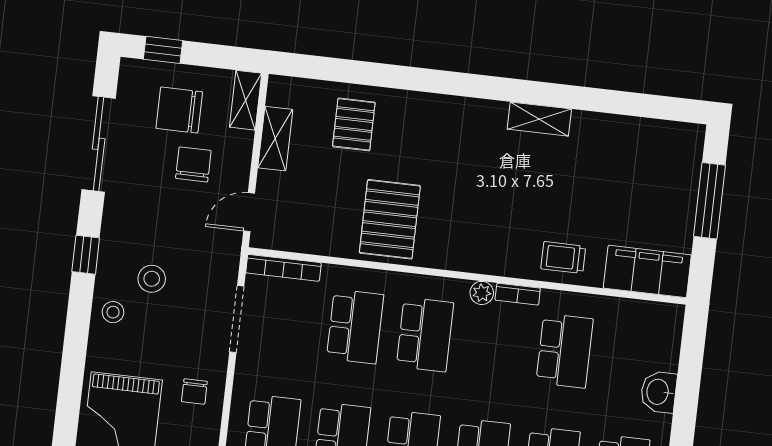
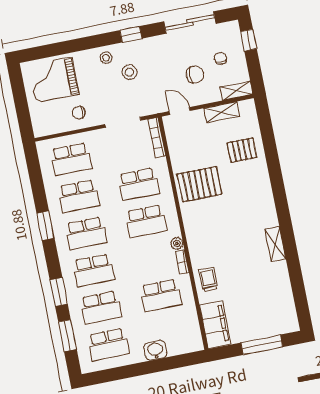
chair: (179, 110) -> (220, 58), width x0.54, depth x0.54

